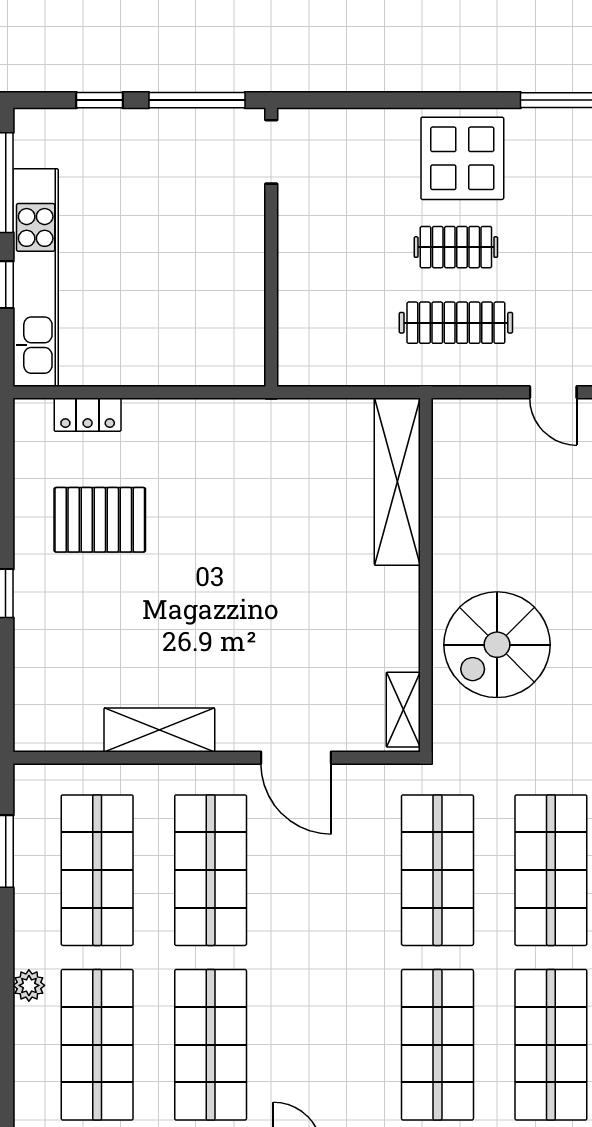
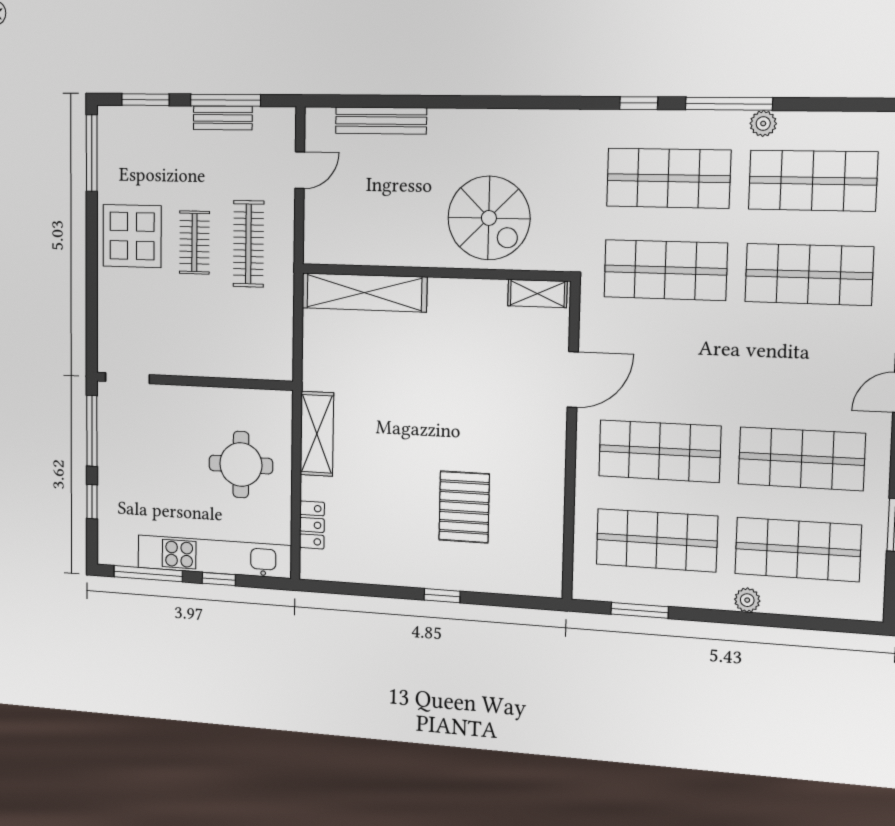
round table: (163, 315) -> (241, 465), added
pallet: (100, 520) -> (464, 507), moved
shelving: (159, 730) -> (317, 434), moved

